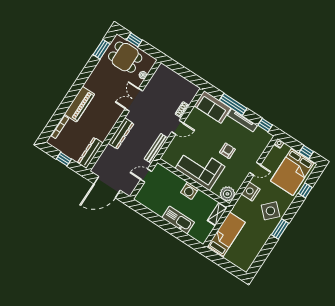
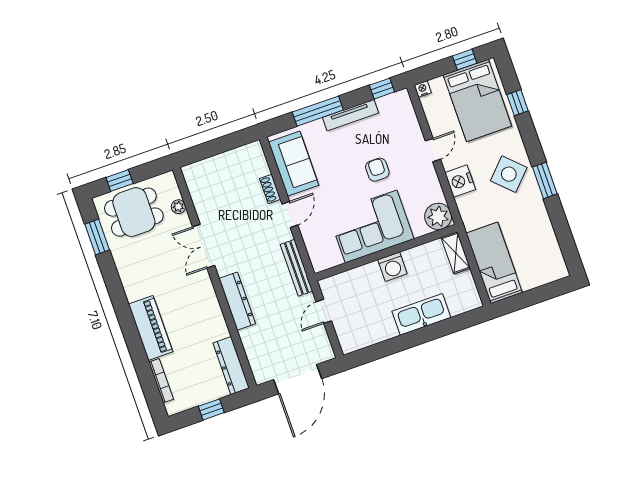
sofa: (213, 107) -> (294, 164), moved, turned -90

